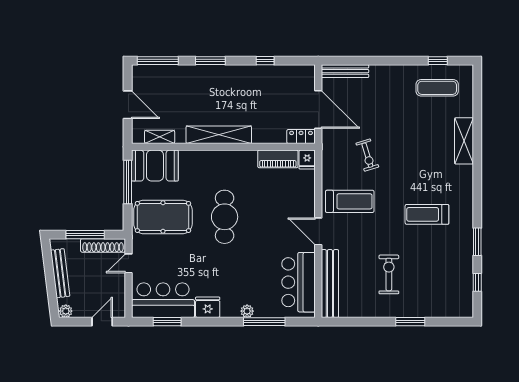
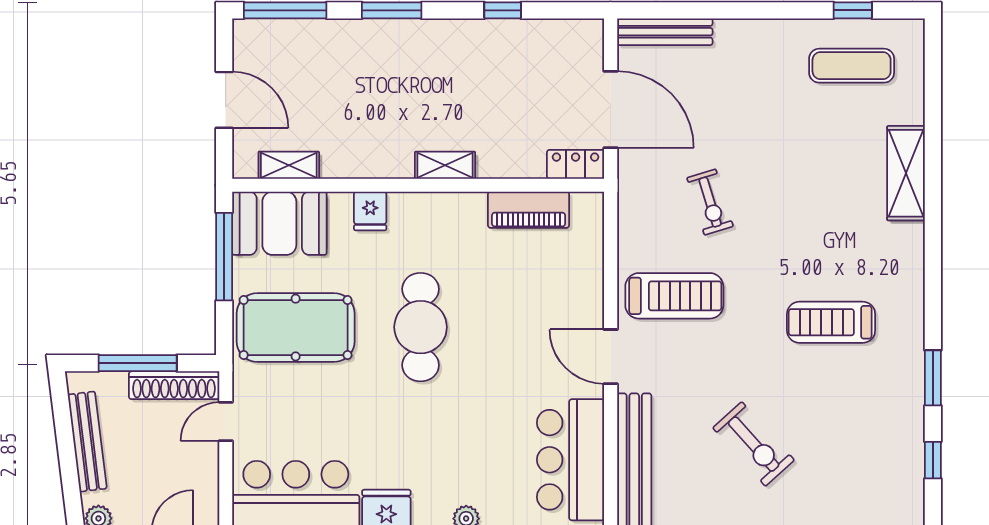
shelving: (219, 135) -> (445, 165), width x0.45, depth x0.75
fridge: (307, 159) -> (370, 211), moved
exercise bike: (389, 274) -> (754, 444), turned 138

